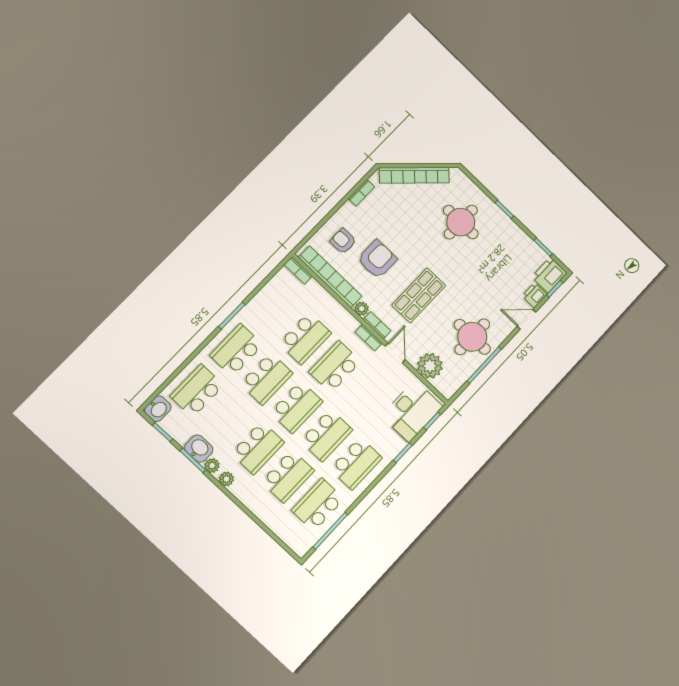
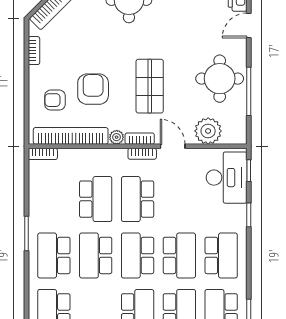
school desk: (266, 379) -> (96, 255), turned 180
school desk: (296, 407) -> (138, 255), turned 180

